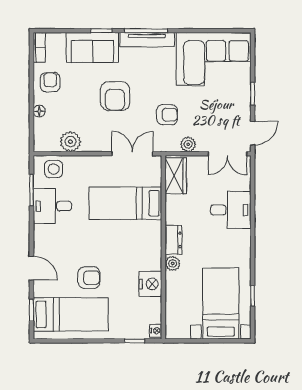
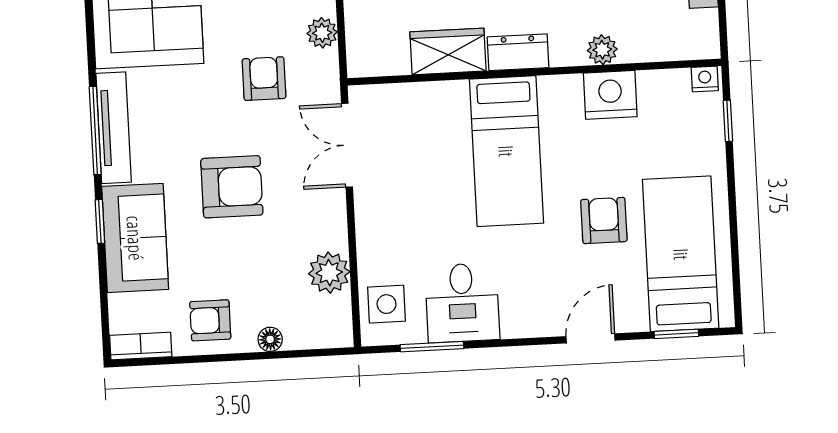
wardrobe: (176, 176) -> (448, 51), moved
bed: (125, 203) -> (506, 151), moved
plant: (173, 263) -> (602, 50), moved

